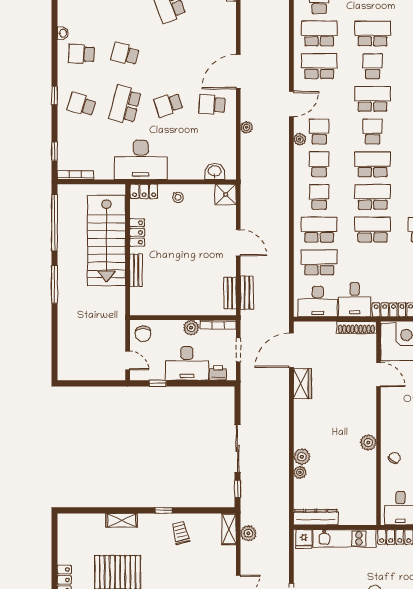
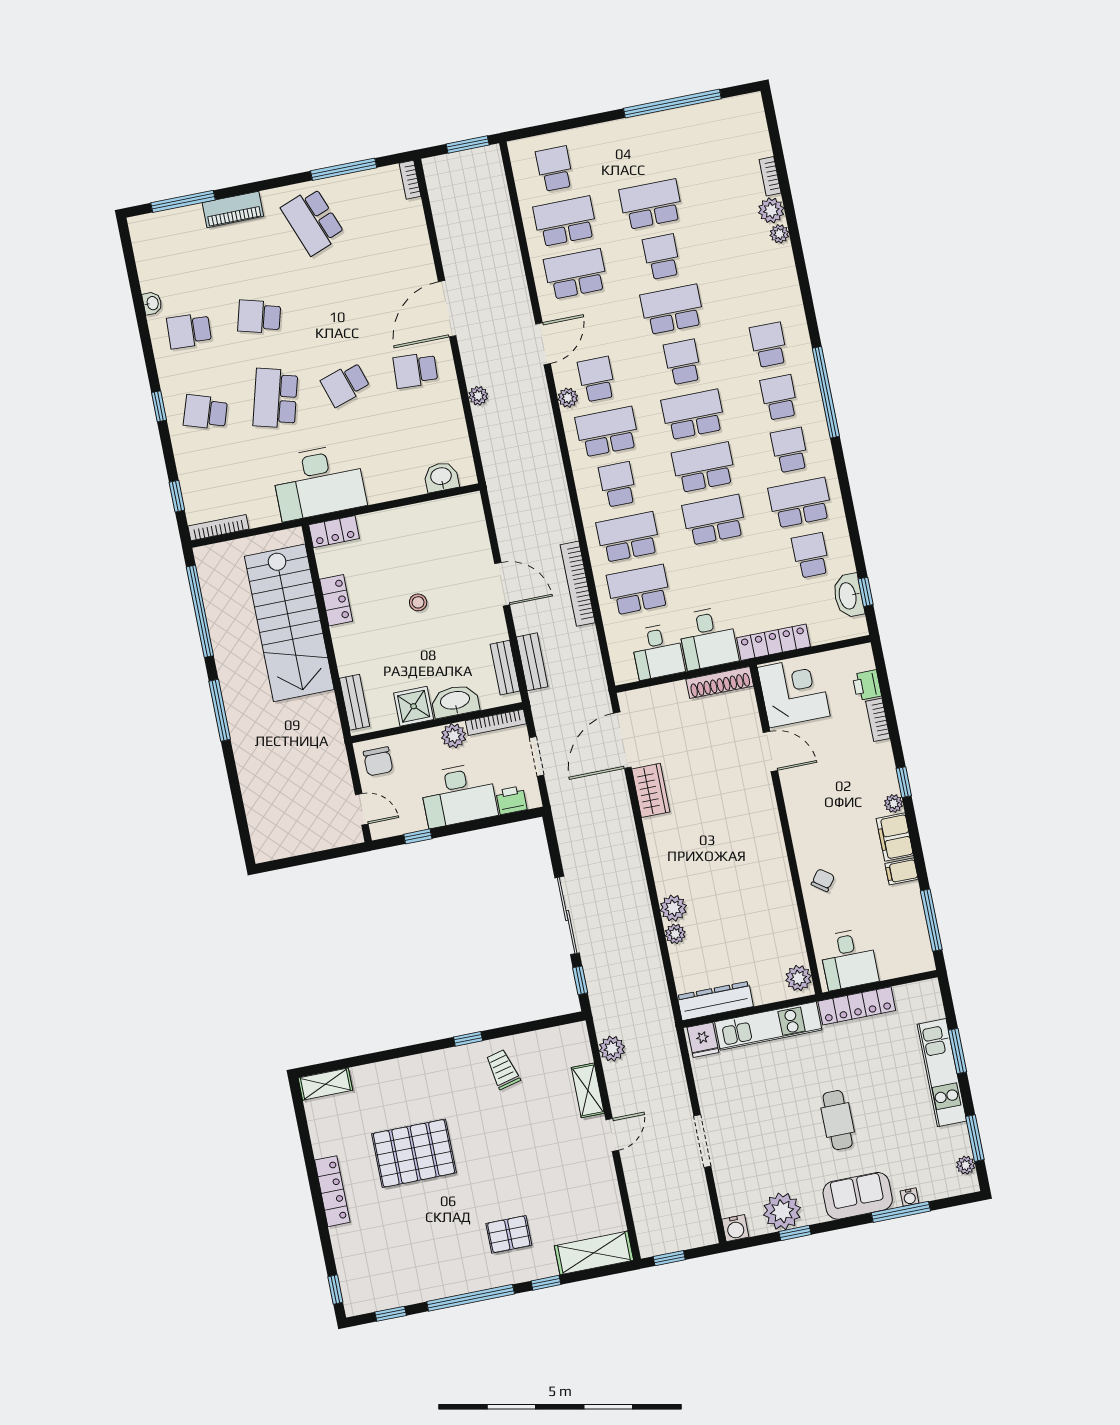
school desk: (319, 164) -> (607, 432), width x1.85
shower: (226, 194) -> (414, 706), moved
stool: (178, 197) -> (418, 602), moved
bookcase: (283, 251) -> (578, 584), added
bench: (136, 270) -> (355, 702), moved
desk: (318, 302) -> (658, 651), width x0.73
washbasin: (196, 307) -> (455, 701), added
plant: (368, 443) -> (799, 978), moved
shelving: (122, 520) -> (325, 1084), moved
shelving: (229, 529) -> (588, 1090), moved

